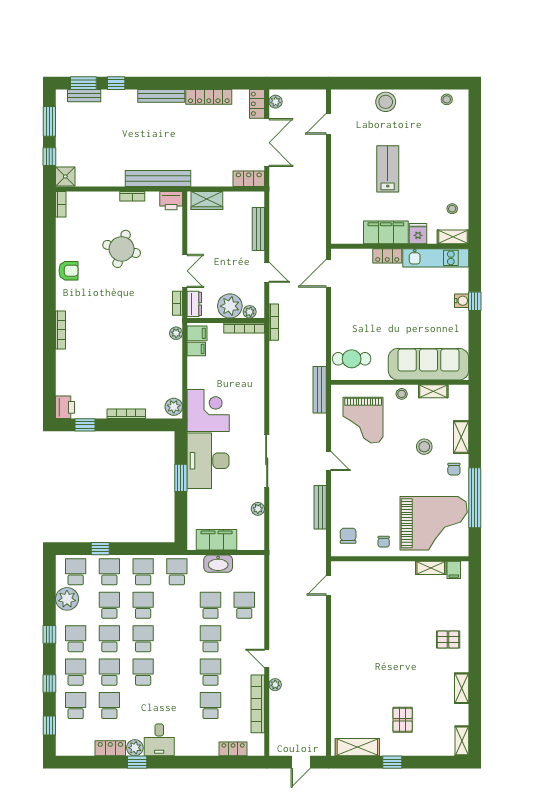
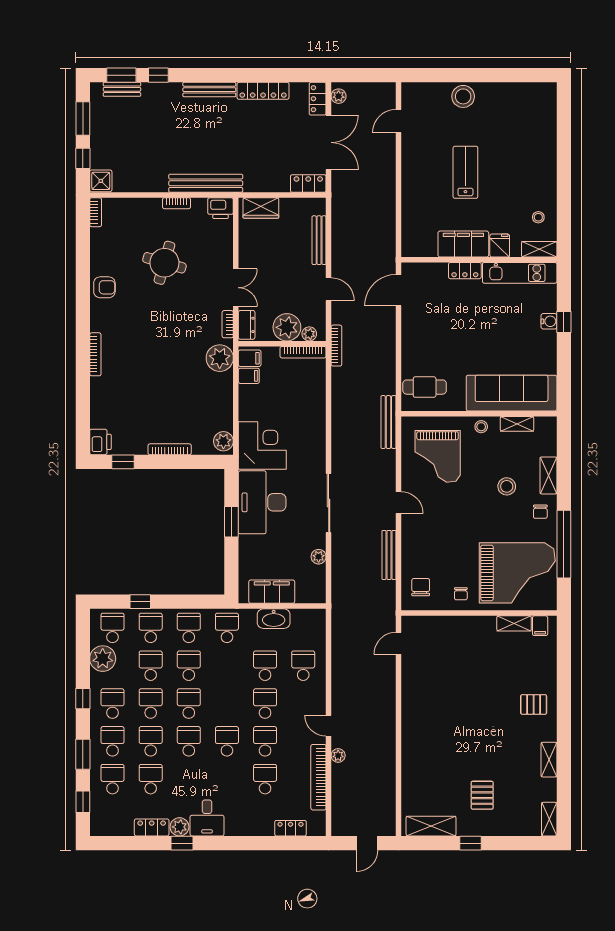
stool: (447, 99) -> (532, 94), removed
plant: (176, 333) -> (220, 358), width x1.87, depth x1.87
school desk: (177, 672) -> (227, 741), added
window: (49, 684) -> (83, 754), width x1.50

